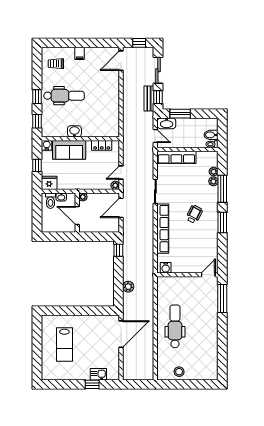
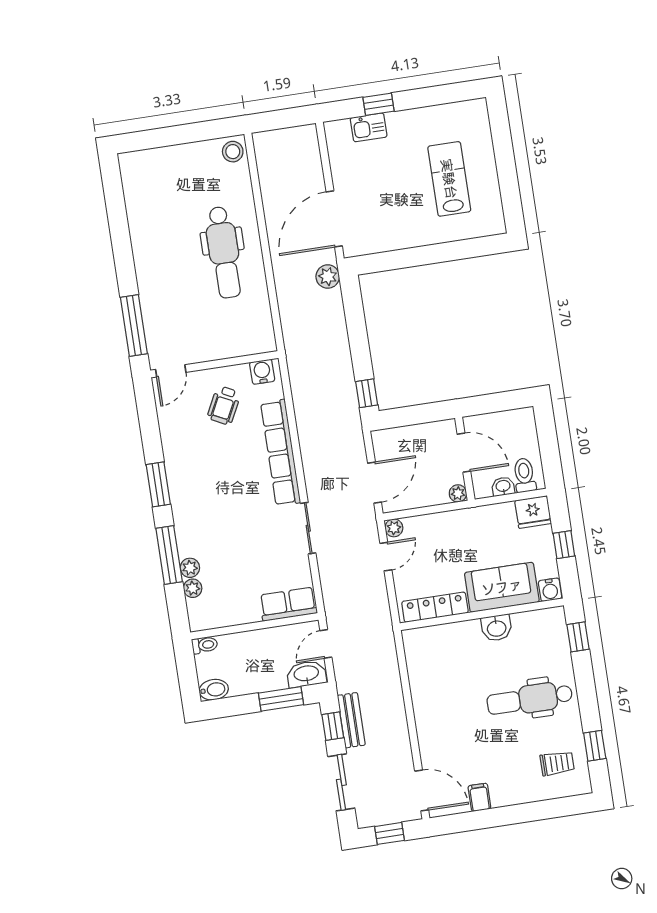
filing cabinet: (80, 53) -> (479, 797), moved
door: (121, 61) -> (422, 791), hinge flipped
window: (37, 97) -> (595, 746), moved
bidet: (211, 135) -> (214, 690), moved
door: (155, 136) -> (326, 644), hinge flipped
locker: (102, 145) -> (435, 607), width x1.53
row of seats: (176, 157) -> (288, 604), width x0.68
wheelchair: (194, 214) -> (224, 405), moved
plant: (128, 287) -> (328, 277), moved
stool: (179, 372) -> (233, 152), moved

